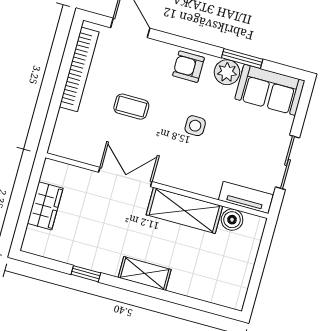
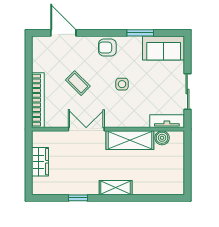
bookcase: (79, 69) -> (38, 100), moved
plant: (227, 72) -> (133, 44), removed
coffee table: (131, 107) -> (78, 83), turned 45

